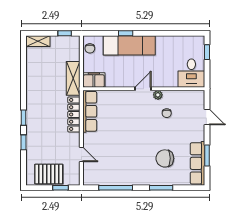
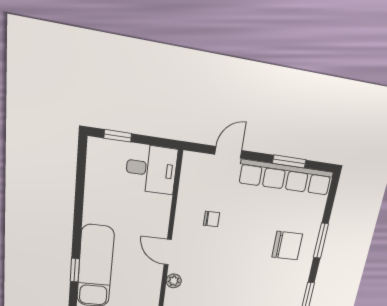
plant: (158, 95) -> (174, 281), moved
chair: (165, 158) -> (287, 246), moved, turned -90
row of seats: (197, 163) -> (286, 177), width x1.36

